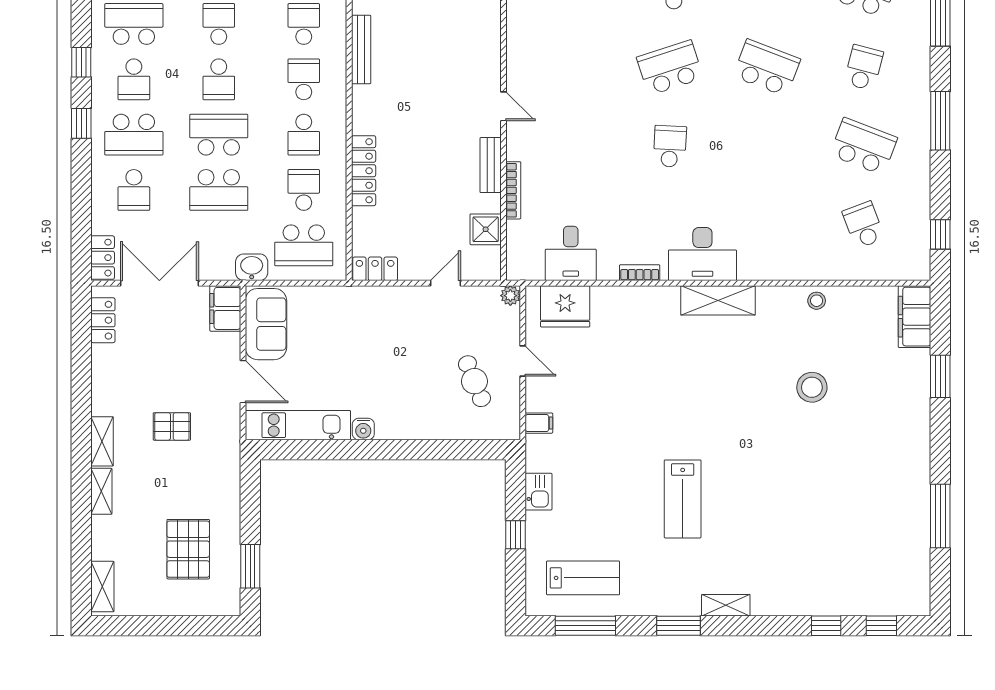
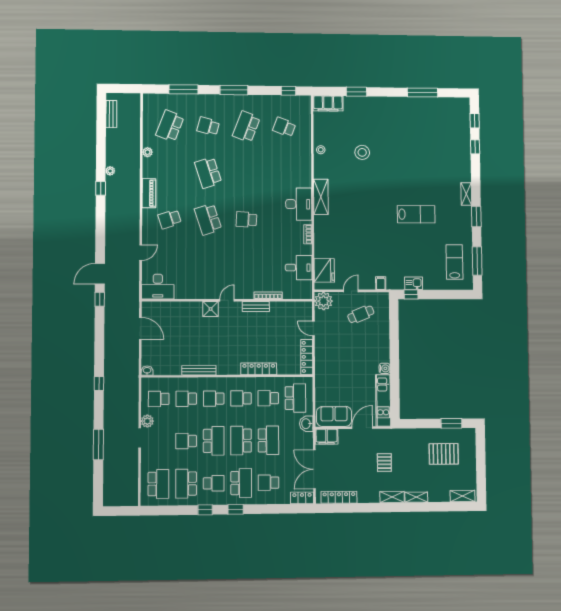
school desk: (767, 68) -> (208, 173), turned -39
school desk: (219, 79) -> (214, 441), width x1.85
school desk: (304, 135) -> (241, 398), turned 180
school desk: (134, 190) -> (269, 483), turned 180
school desk: (864, 225) -> (284, 127), turned 42
shower: (486, 229) -> (211, 309), moved
locker: (375, 269) -> (307, 357), width x1.53
plant: (510, 296) -> (324, 301), width x1.88, depth x1.88
locker: (103, 320) -> (339, 497), width x1.53
window: (516, 535) -> (411, 294), moved

